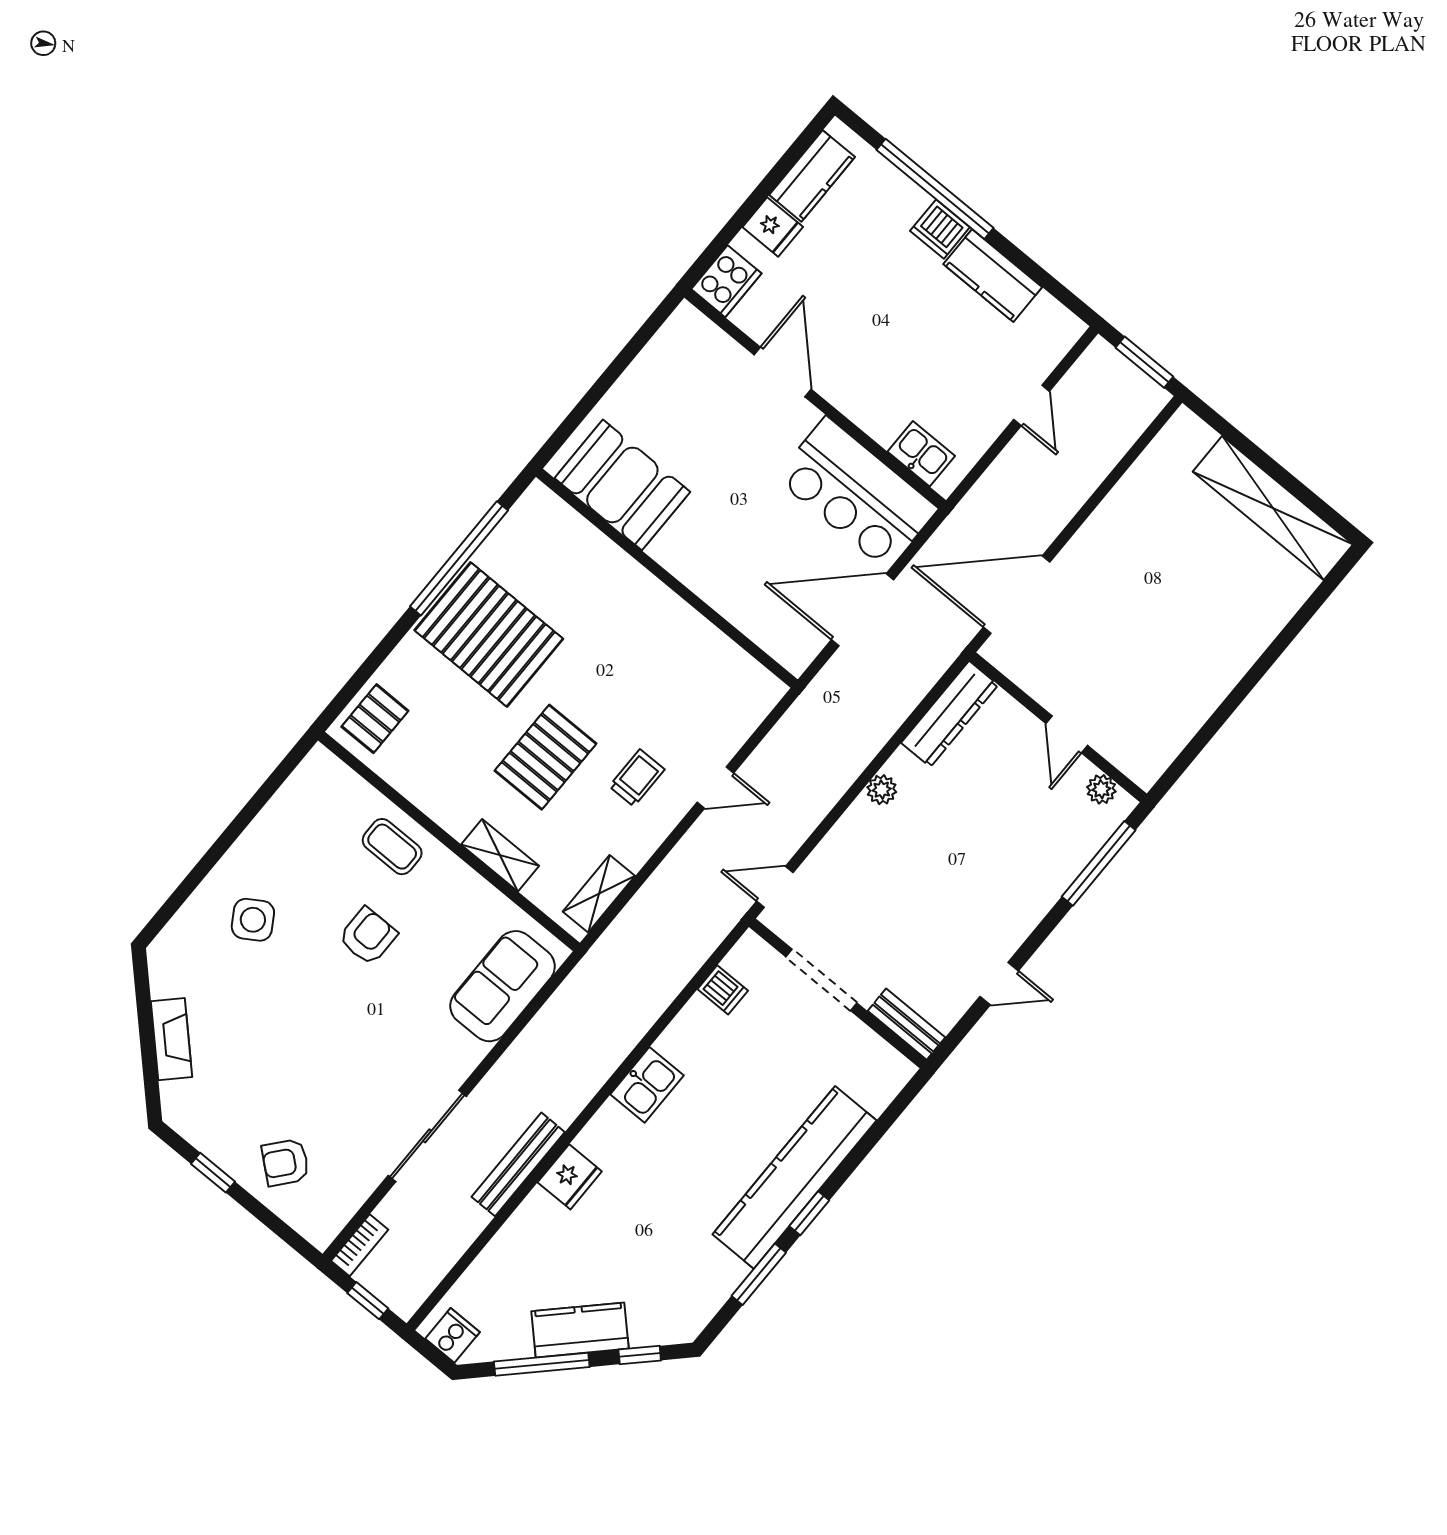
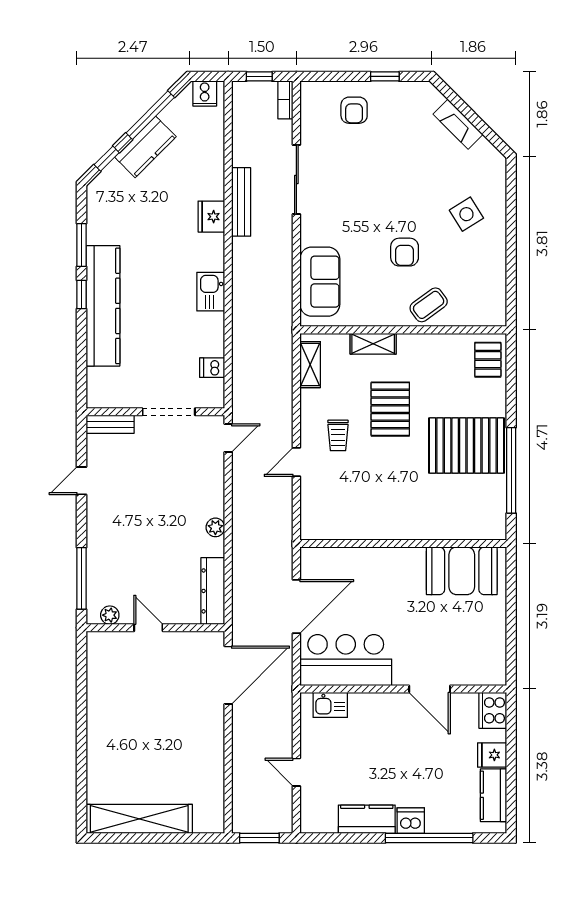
coffee table: (392, 847) -> (429, 305), turned -36
armchair: (285, 1162) -> (354, 110), turned 140

